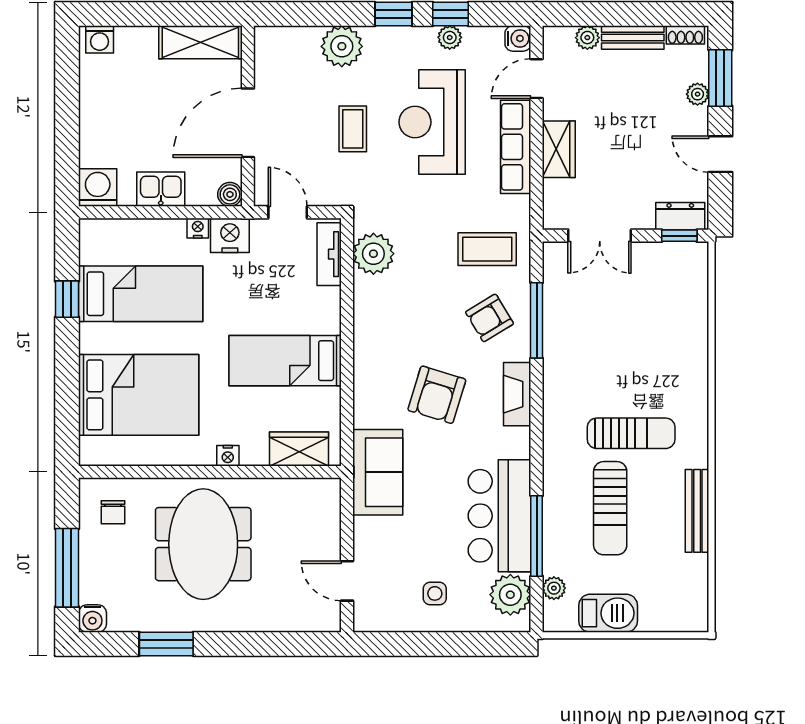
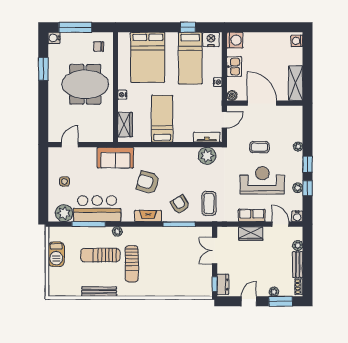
plant: (342, 46) -> (298, 147), width x0.53, depth x0.53
row of seats: (516, 147) -> (252, 215), width x0.68
nightstand: (230, 235) -> (211, 39), moved, turned -90
plant: (554, 588) -> (117, 231), moved

